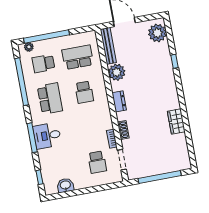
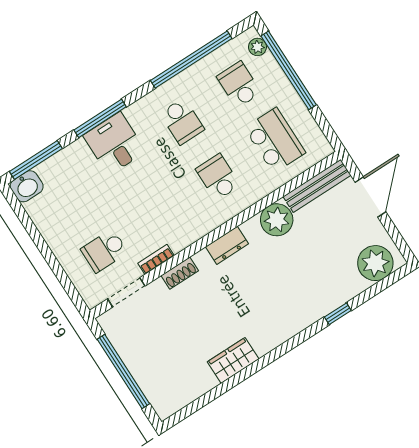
school desk: (84, 92) -> (218, 177), turned 90
school desk: (50, 99) -> (182, 121), width x0.54
window: (39, 177) -> (36, 160), width x2.17
washbasin: (65, 185) -> (27, 186), moved, turned 90

